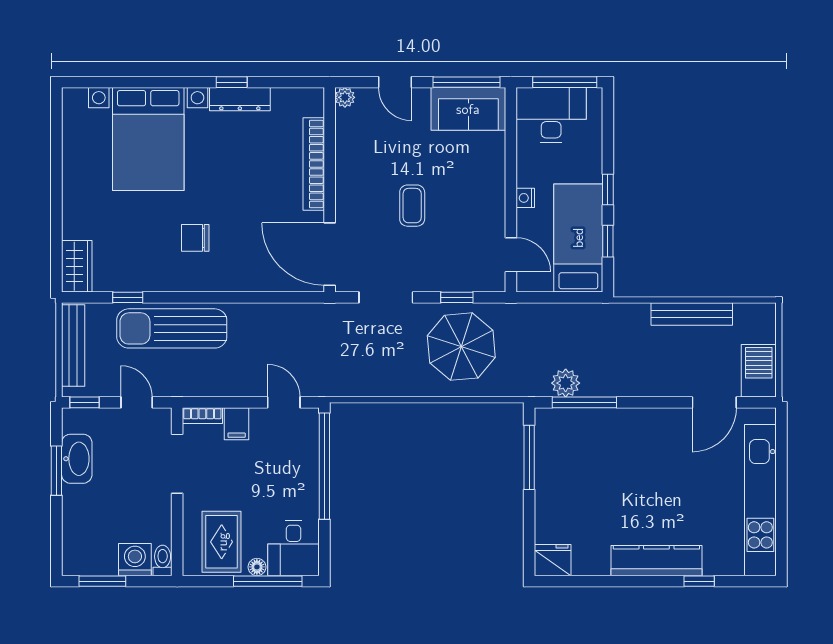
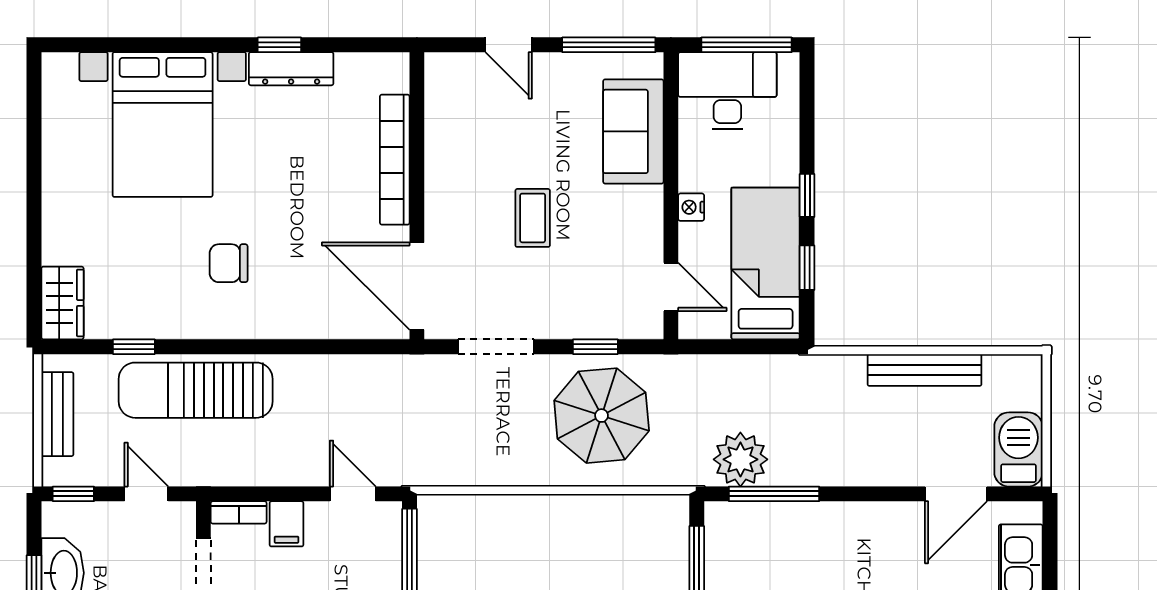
plant: (345, 97) -> (438, 66), removed
sofa: (468, 109) -> (633, 131), moved, turned 90
bench: (73, 346) -> (57, 414), width x0.73
plant: (566, 383) -> (740, 459), width x1.36, depth x1.36

